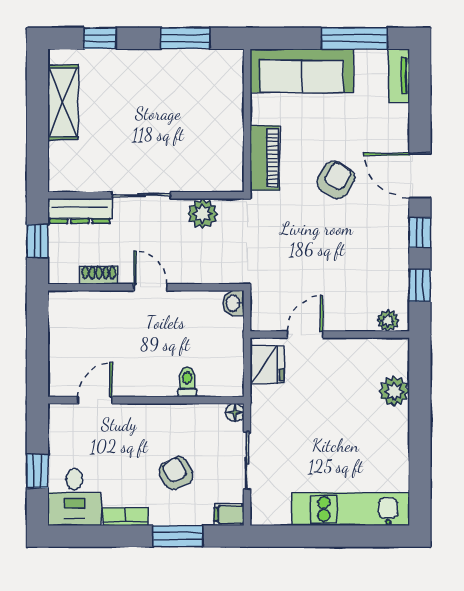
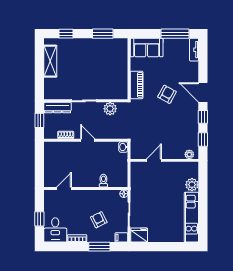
sofa: (302, 71) -> (147, 48), width x0.73
fridge: (267, 365) -> (139, 235), moved, turned -90
kitchen unit: (351, 509) -> (191, 217), moved, turned -90

